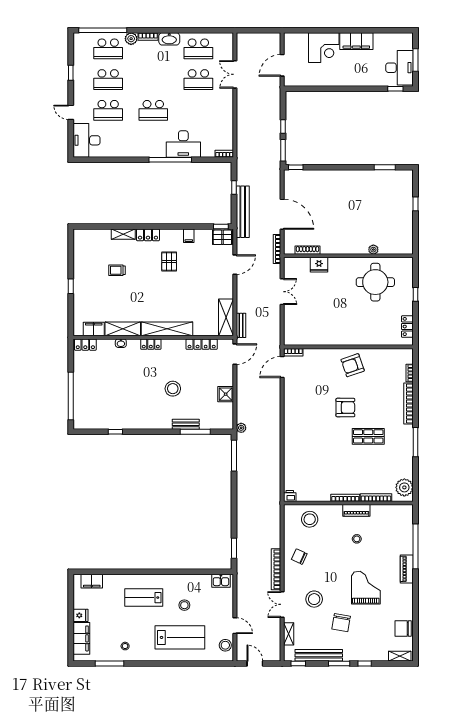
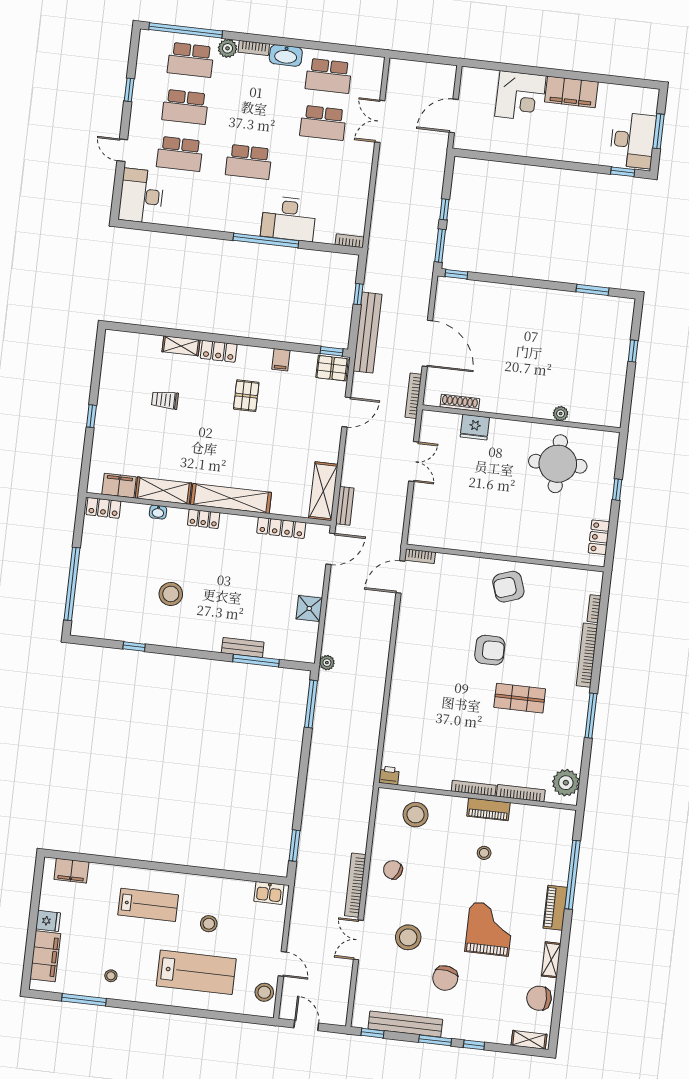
stool: (173, 389) -> (171, 594), moved
lab bench: (144, 598) -> (148, 905), turned 180
shelving: (289, 634) -> (551, 960), moved

